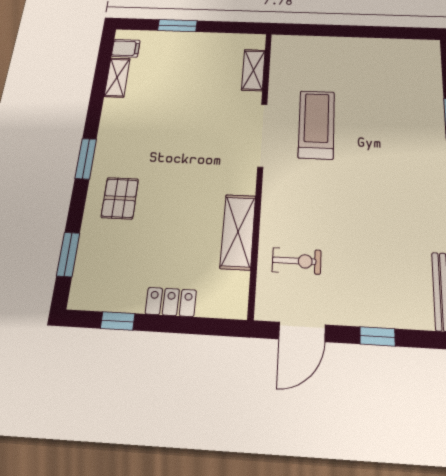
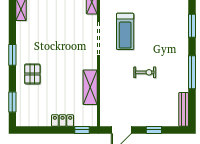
treadmill: (316, 124) -> (125, 31), turned 180
exercise bike: (297, 261) -> (145, 72), moved
window: (118, 321) -> (82, 130), moved

